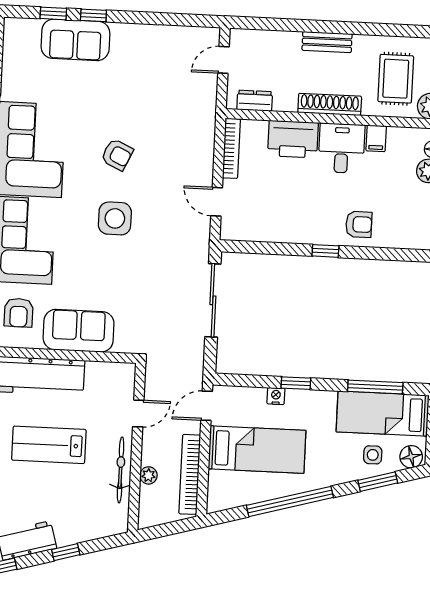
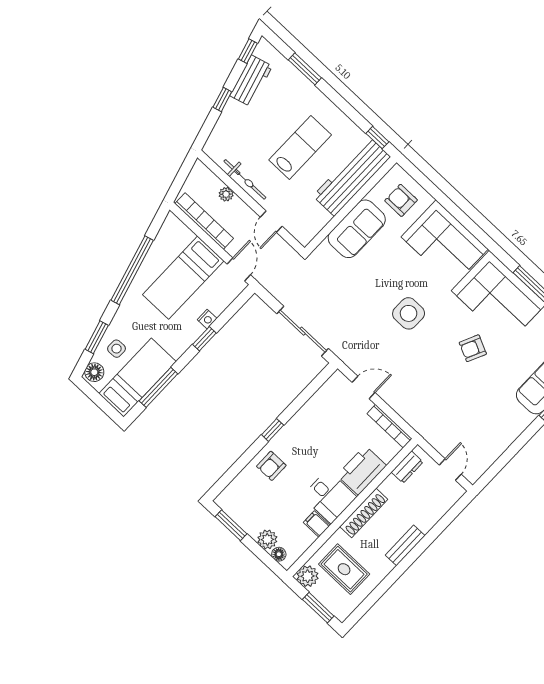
armchair: (117, 155) -> (473, 348), moved

